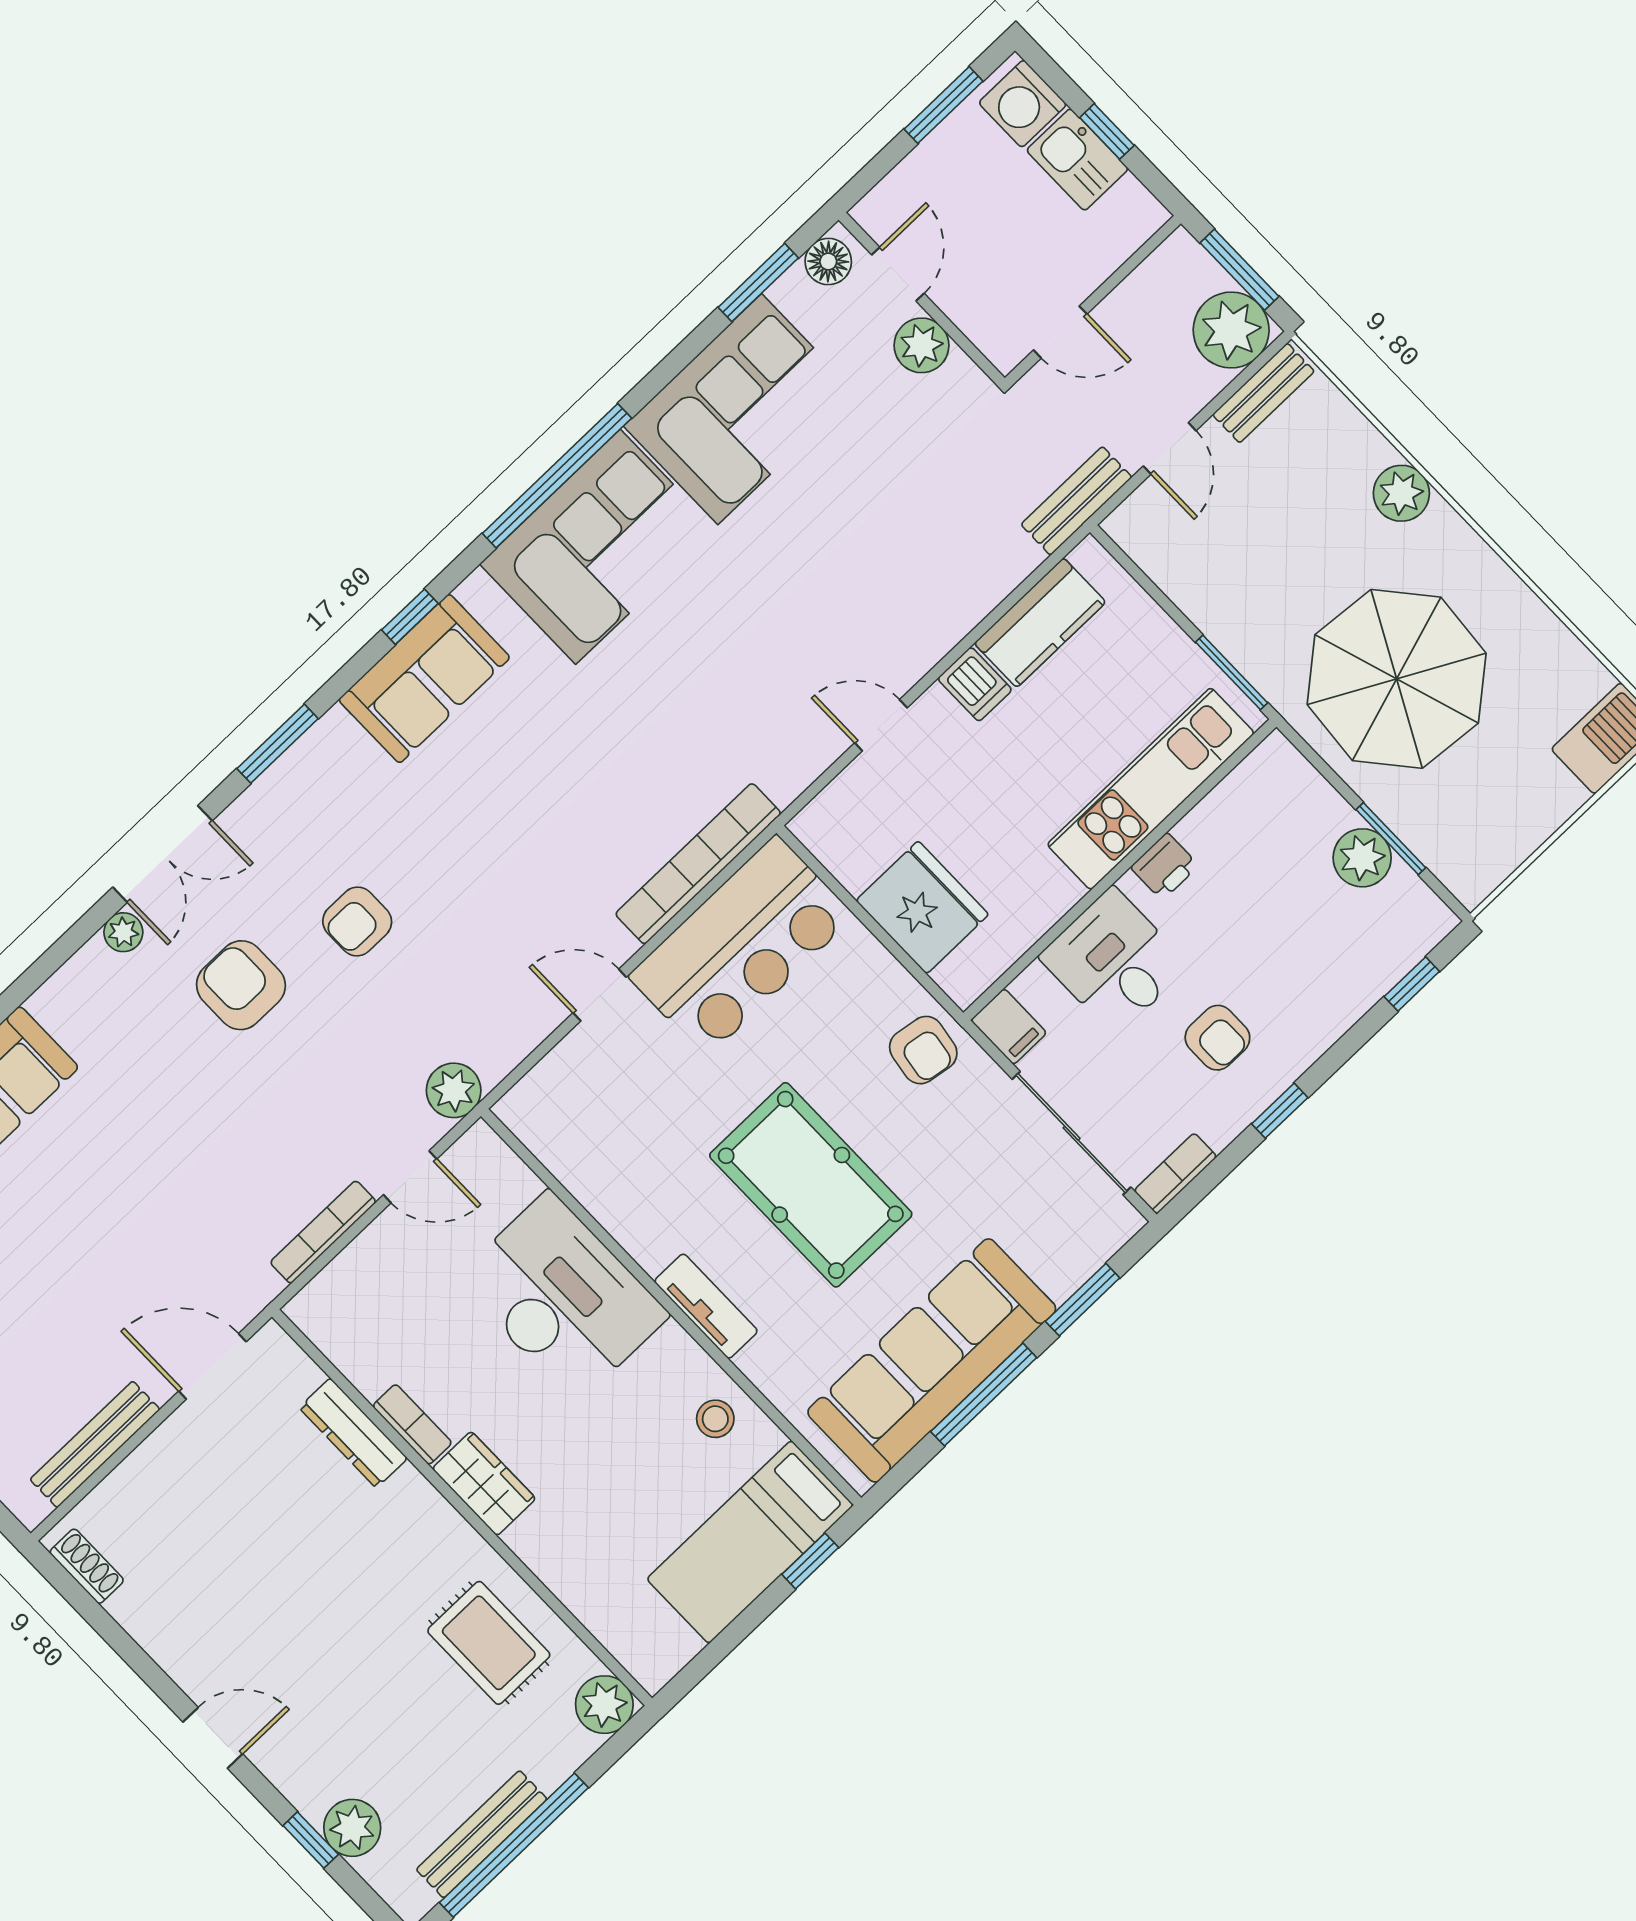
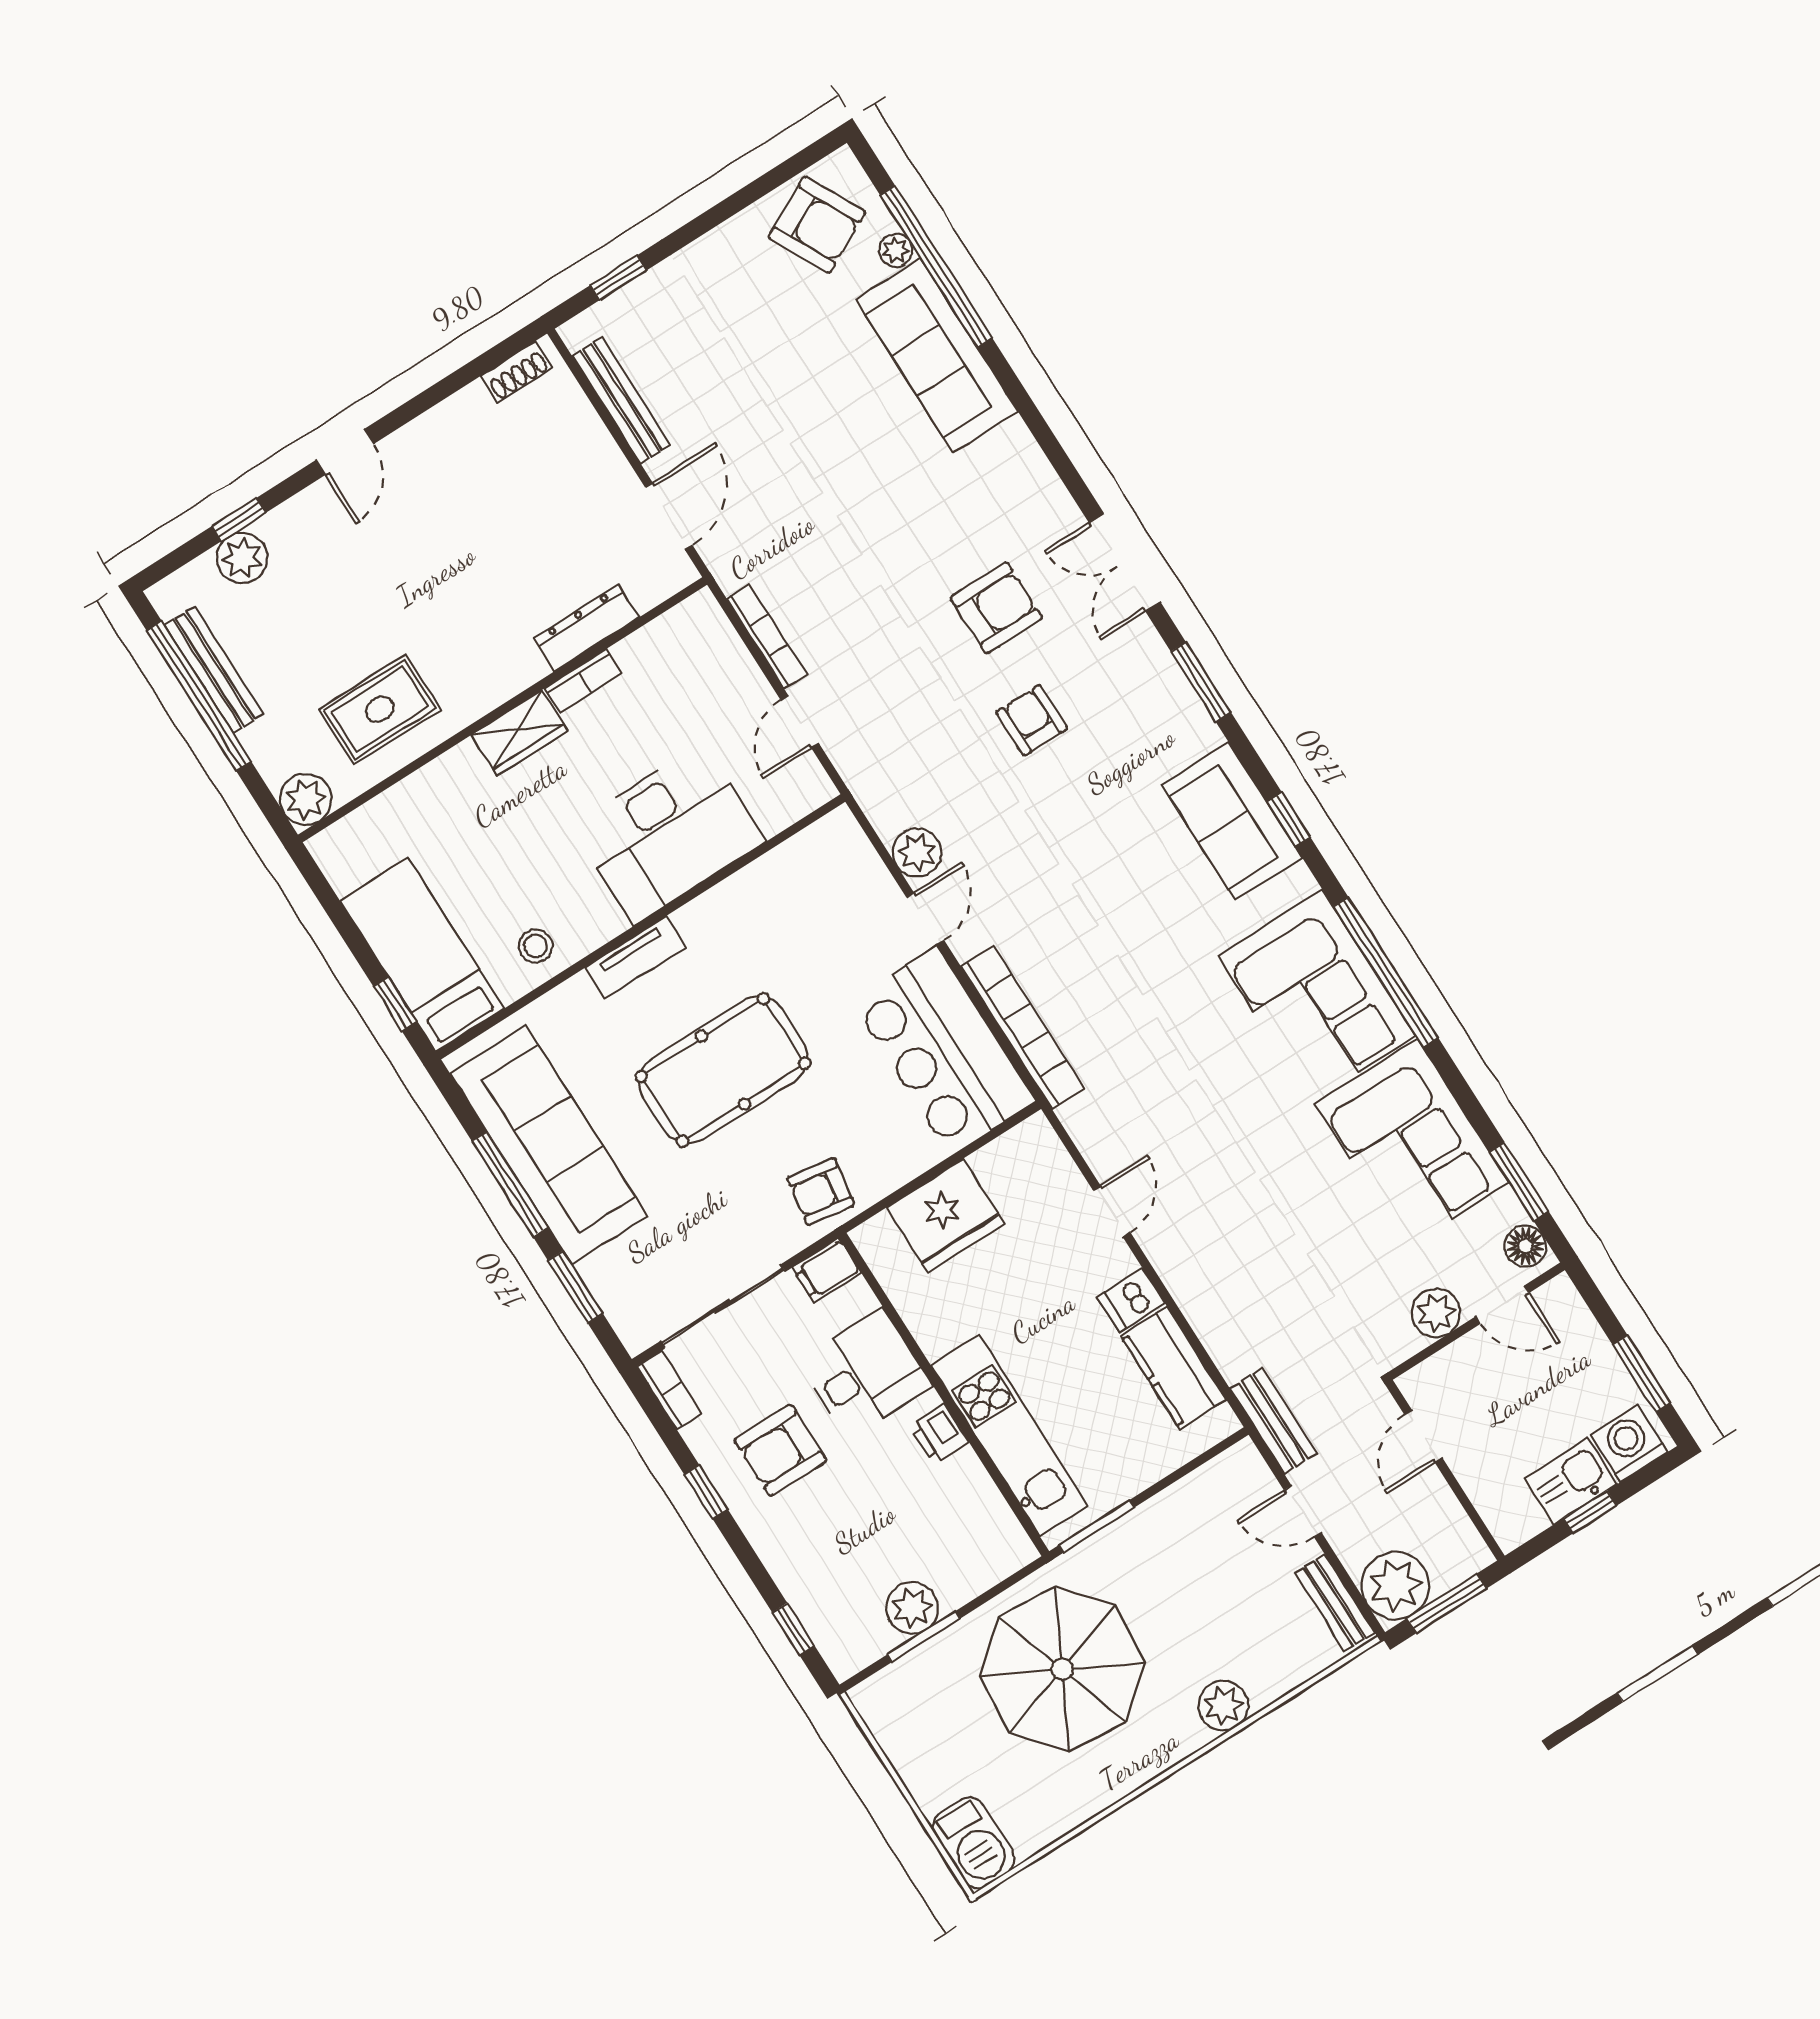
plant: (123, 932) -> (1063, 514), removed
armchair: (1217, 1038) -> (780, 1450), width x1.38, depth x1.38
plant: (454, 1090) -> (917, 852), moved

